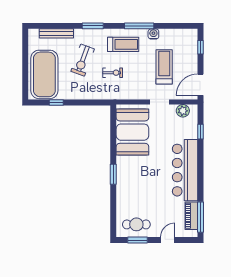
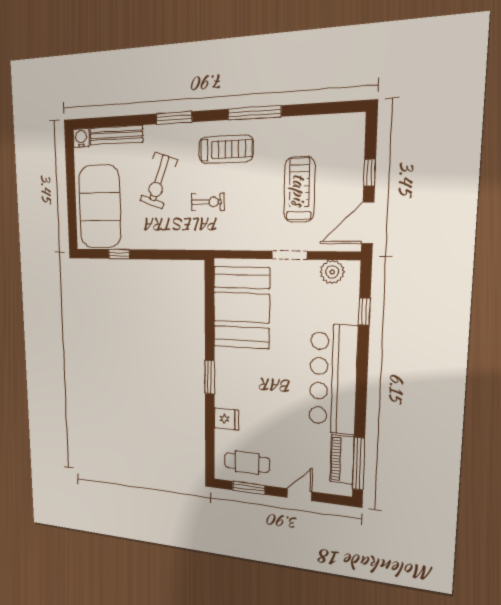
water cooler: (153, 34) -> (81, 138), moved
window: (200, 47) -> (370, 173), moved
fridge: (124, 199) -> (226, 419), added

